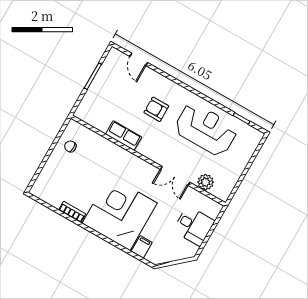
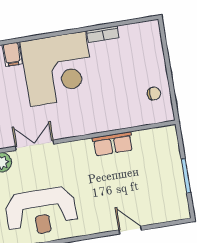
door: (139, 59) -> (130, 230), moved
armchair: (156, 109) -> (102, 193), removed

